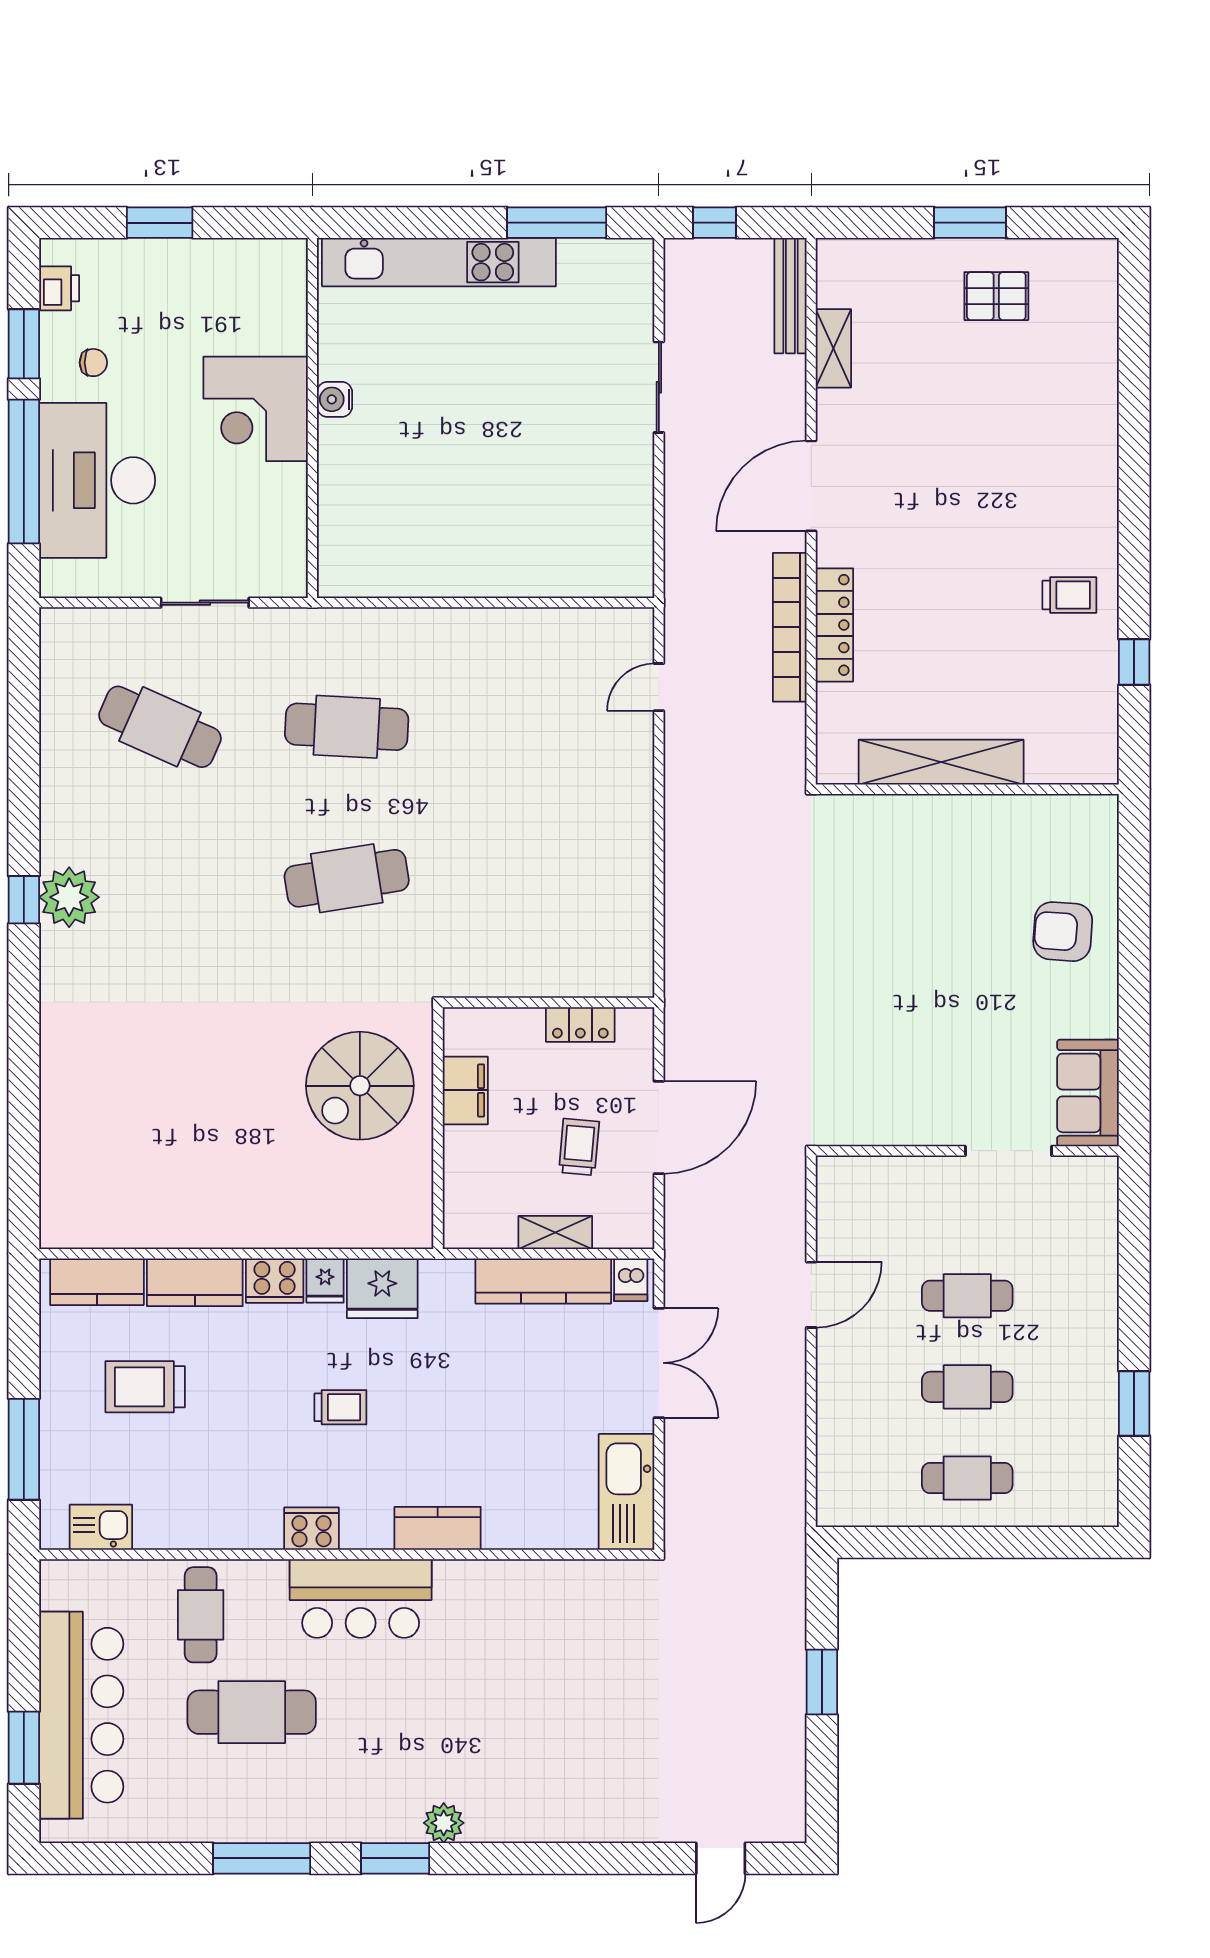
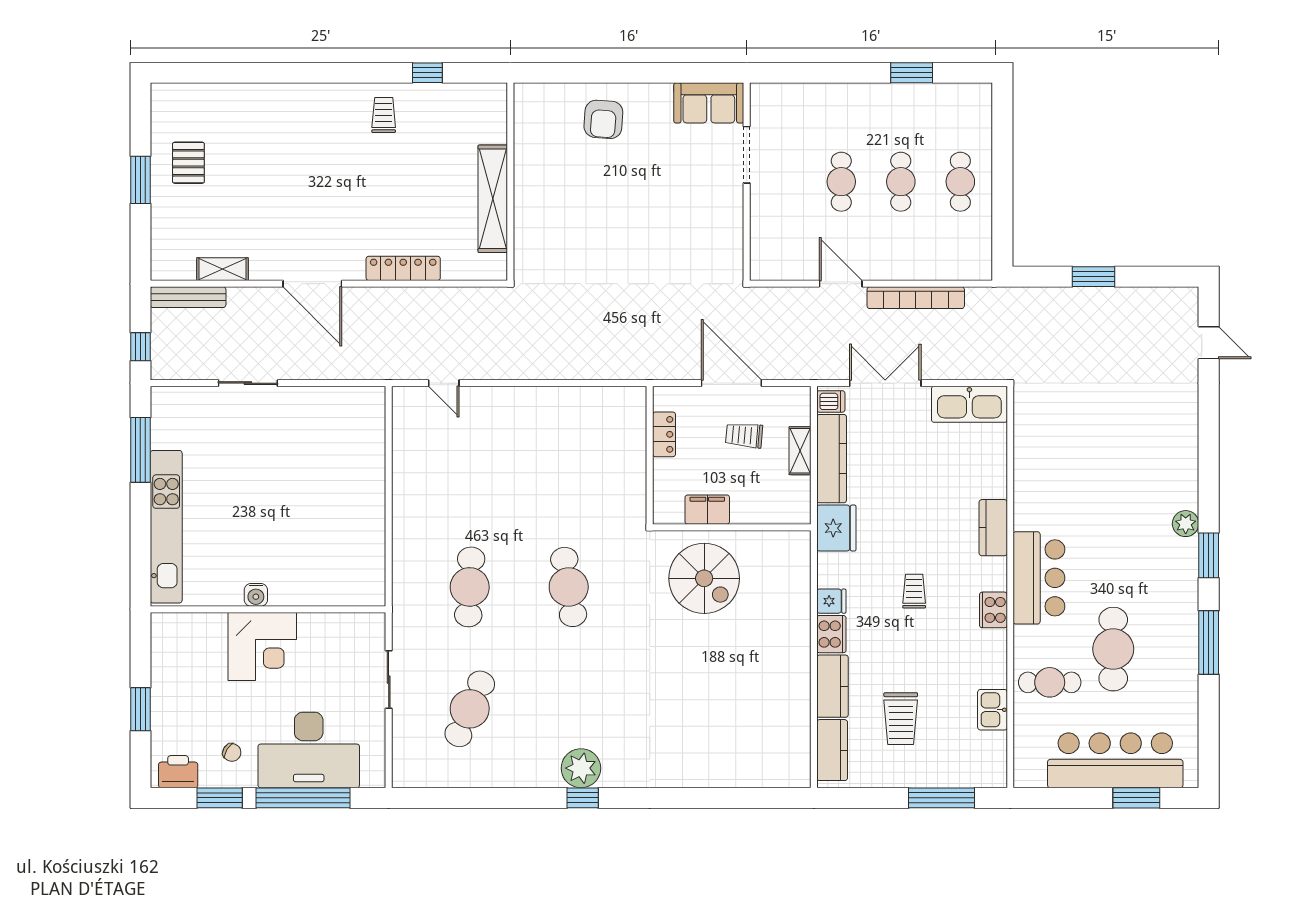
printer: (59, 288) -> (178, 772), width x1.36, depth x1.24
chair: (93, 363) -> (232, 752), turned 121
bookcase: (790, 627) -> (916, 298), moved
fridge: (382, 1288) -> (836, 528), moved
kitchen sink: (101, 1527) -> (993, 710), moved

